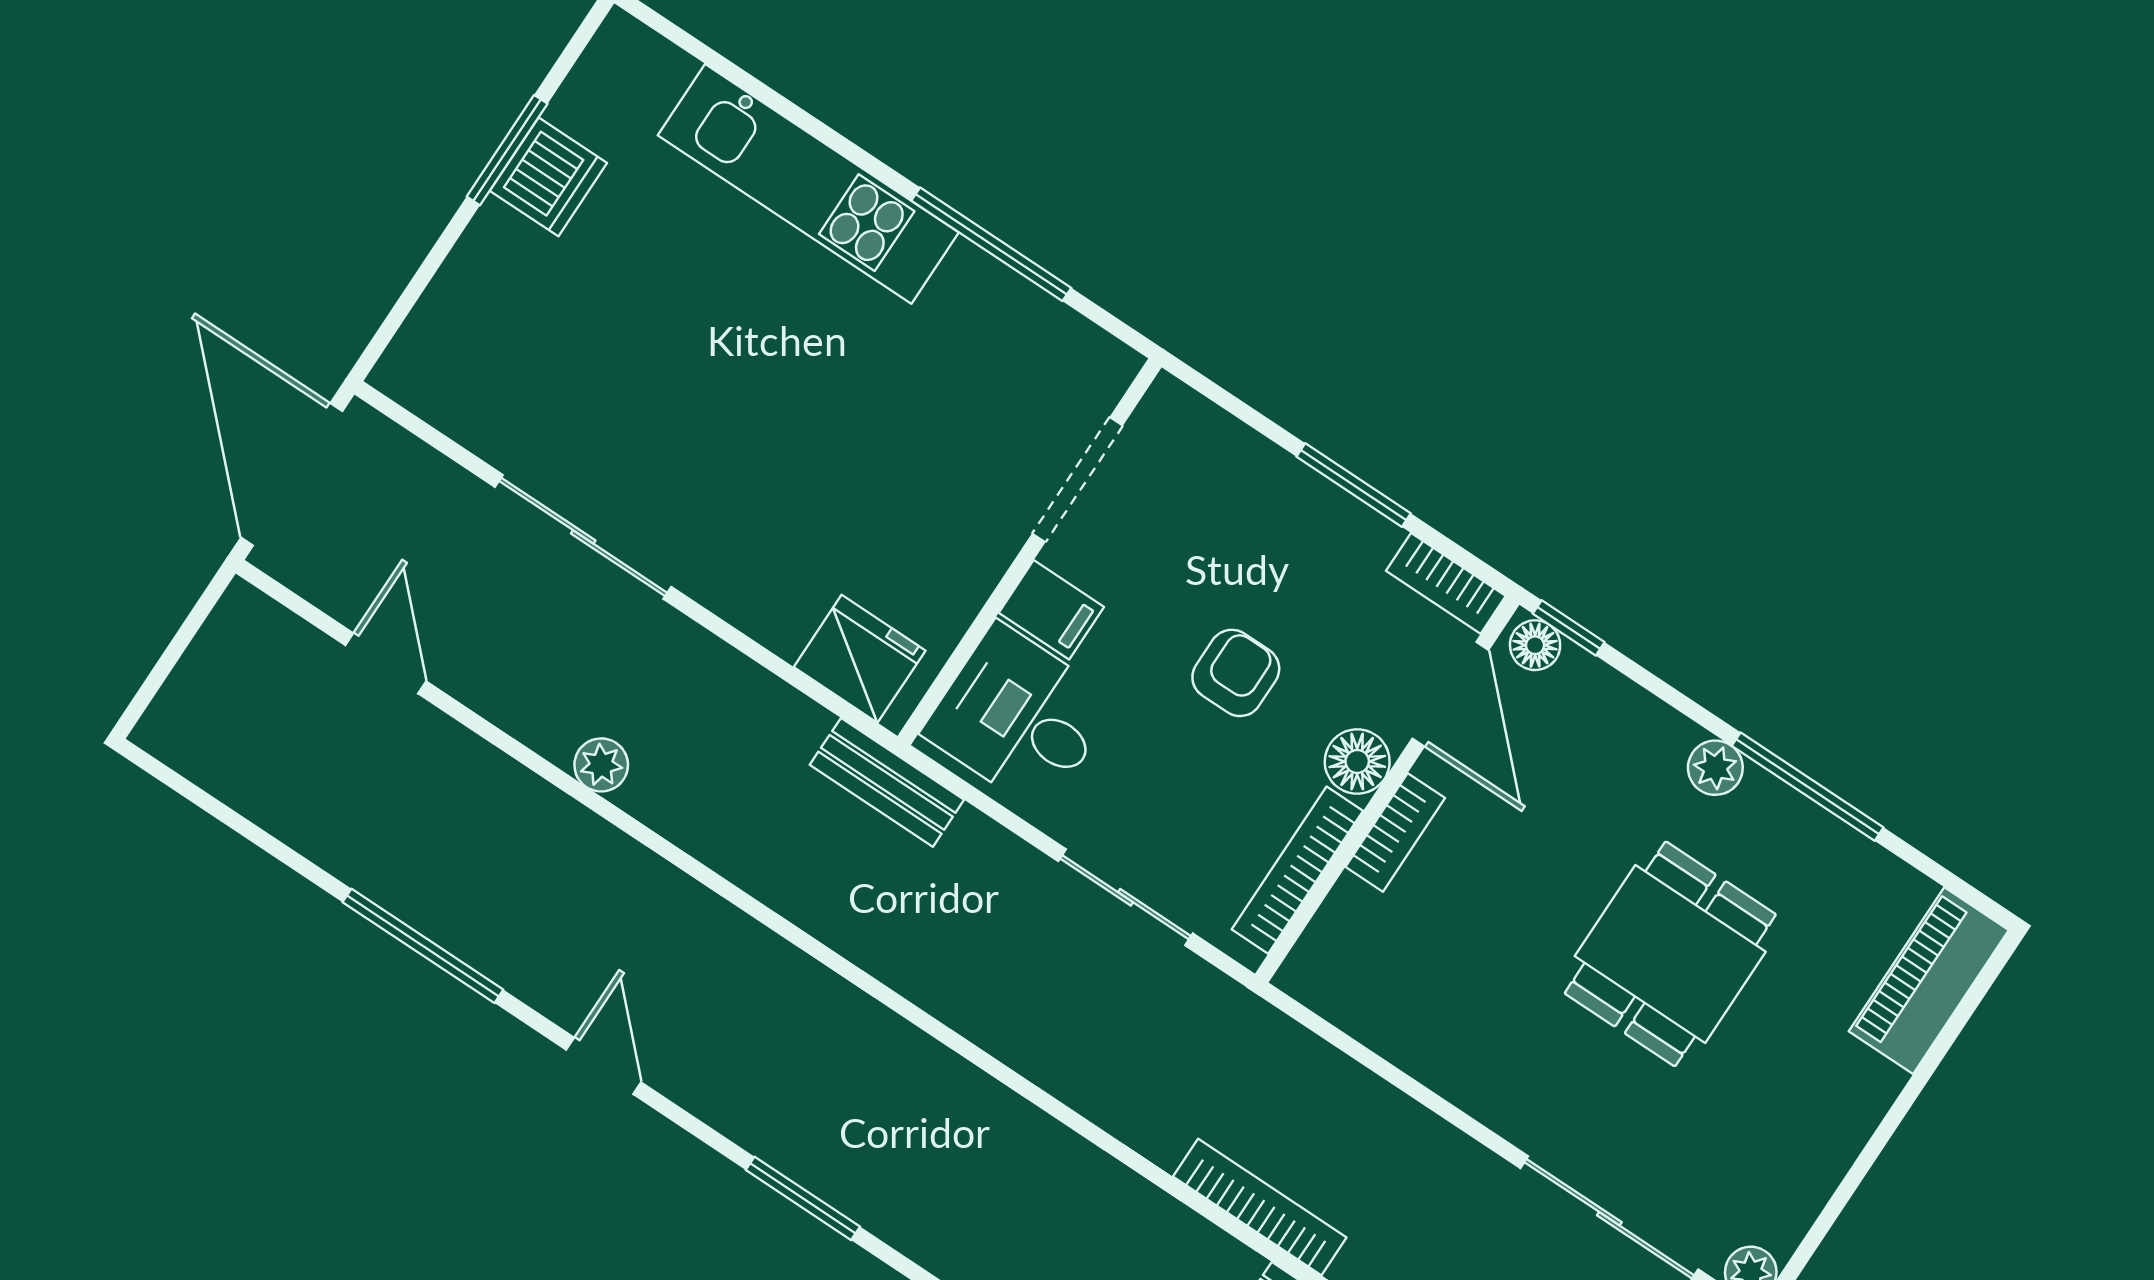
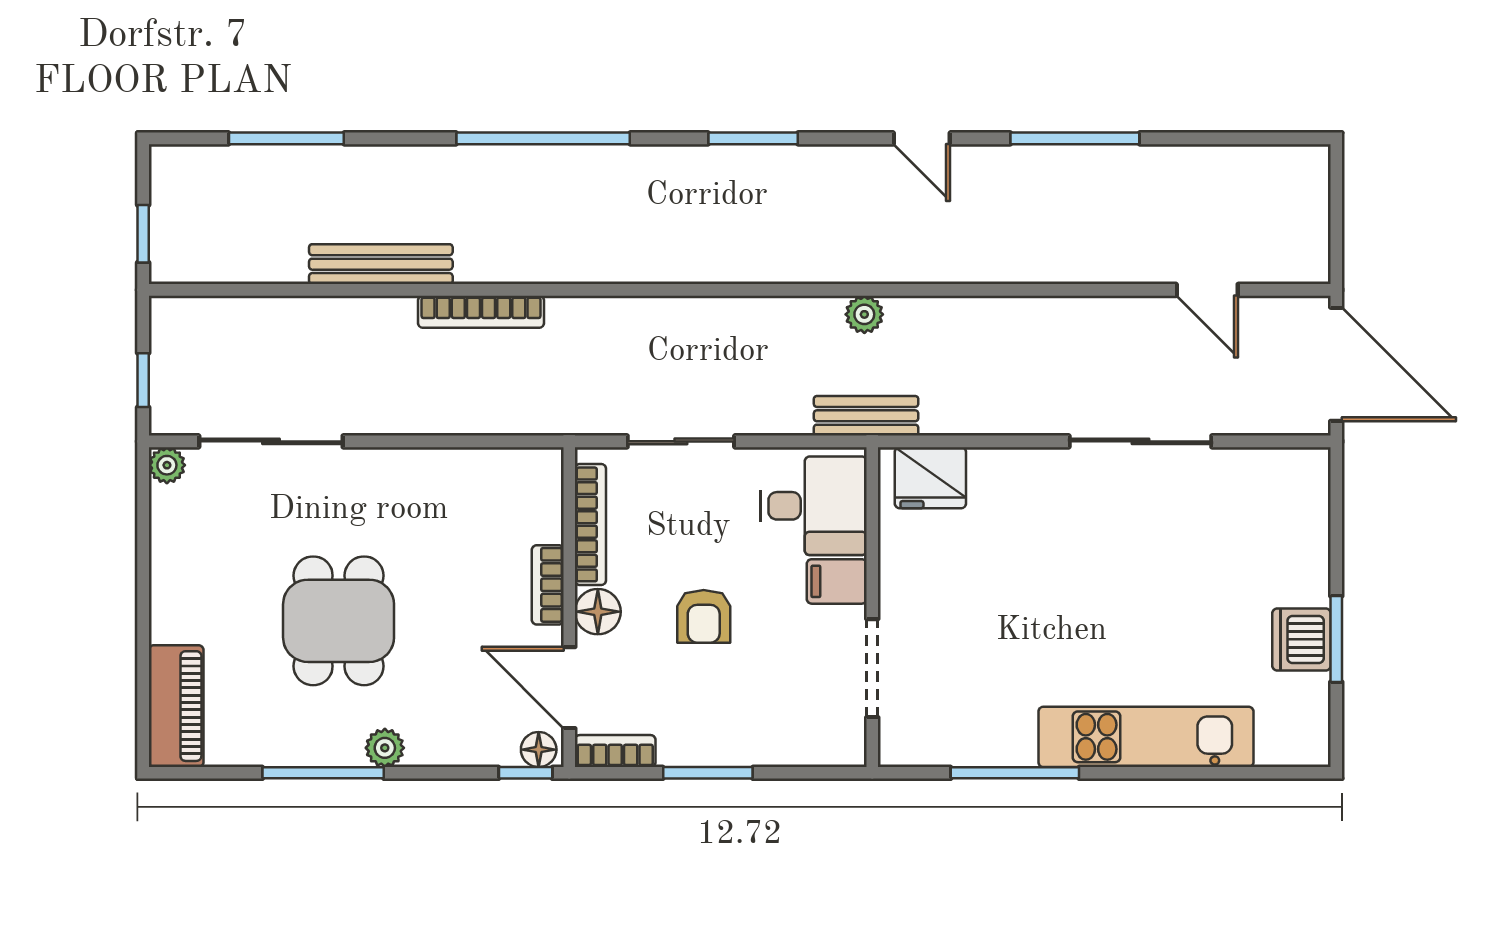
plant: (601, 765) -> (864, 314), moved

